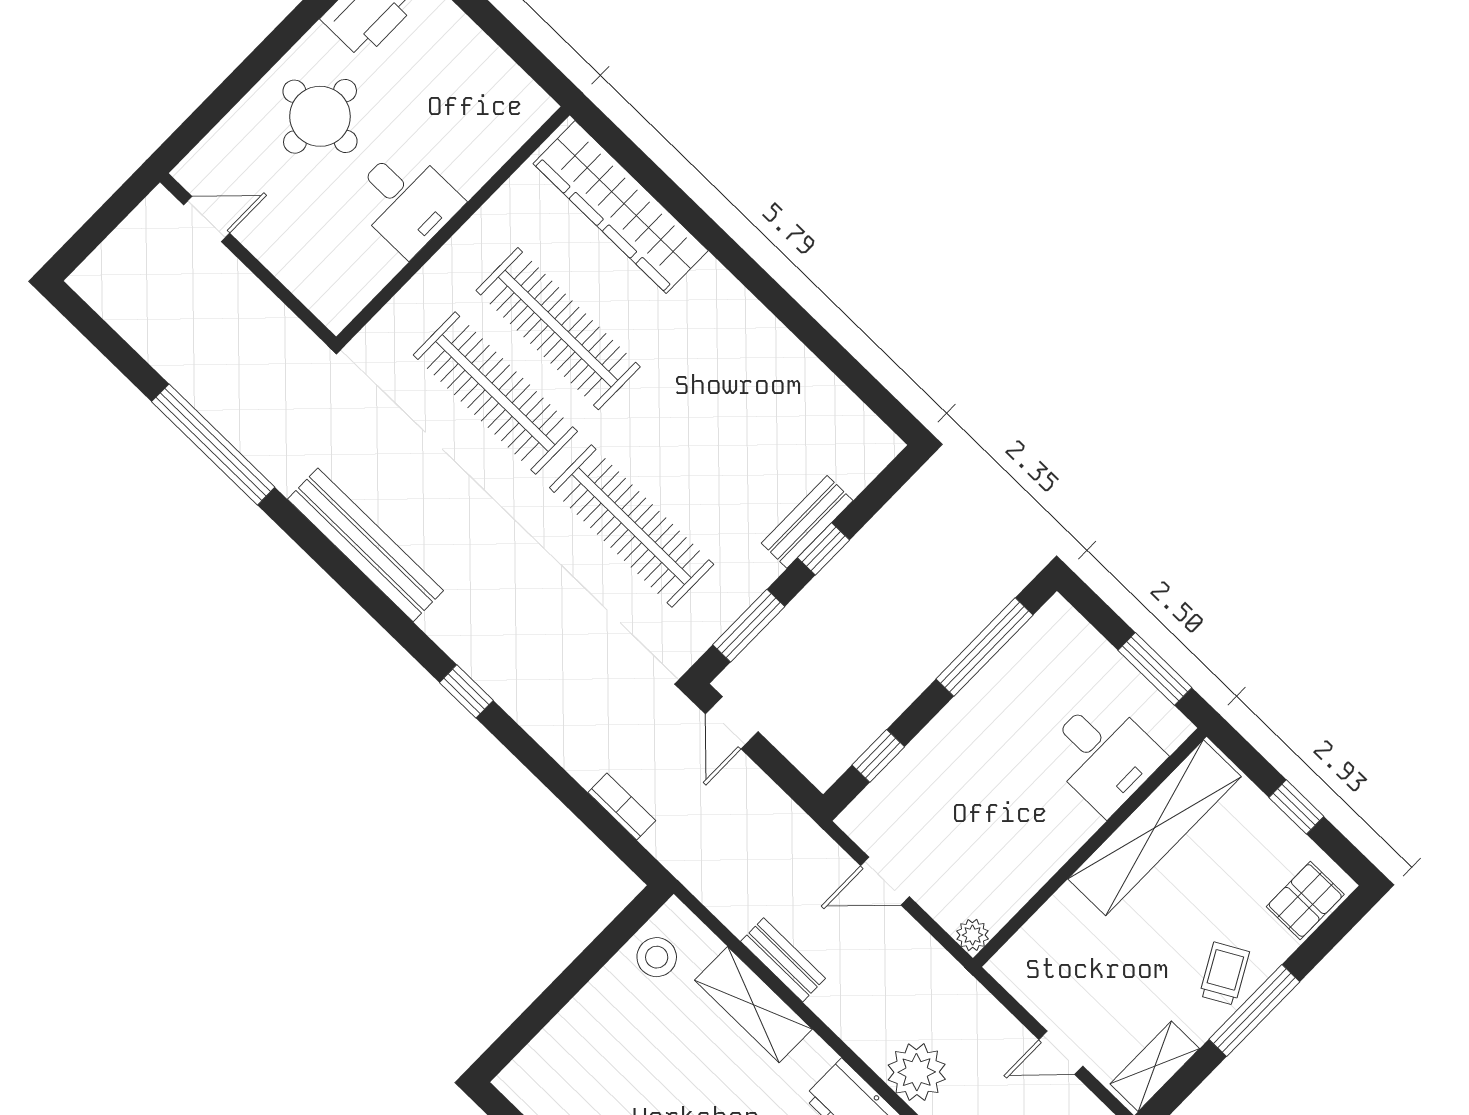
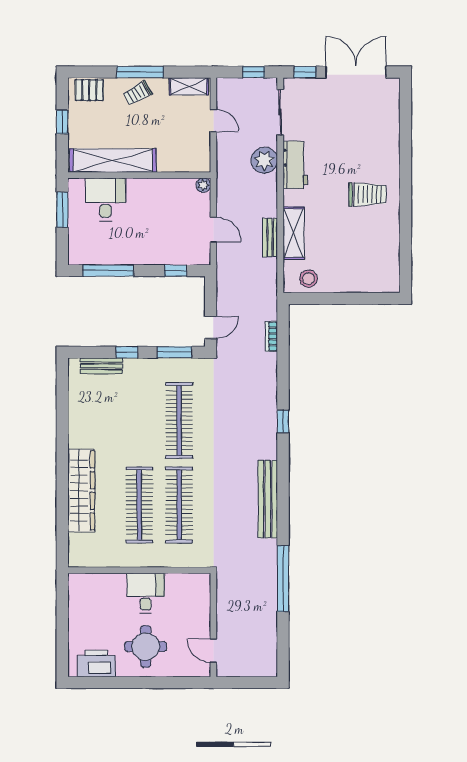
wardrobe: (621, 207) -> (81, 490), moved
bench: (807, 522) -> (101, 366), moved

